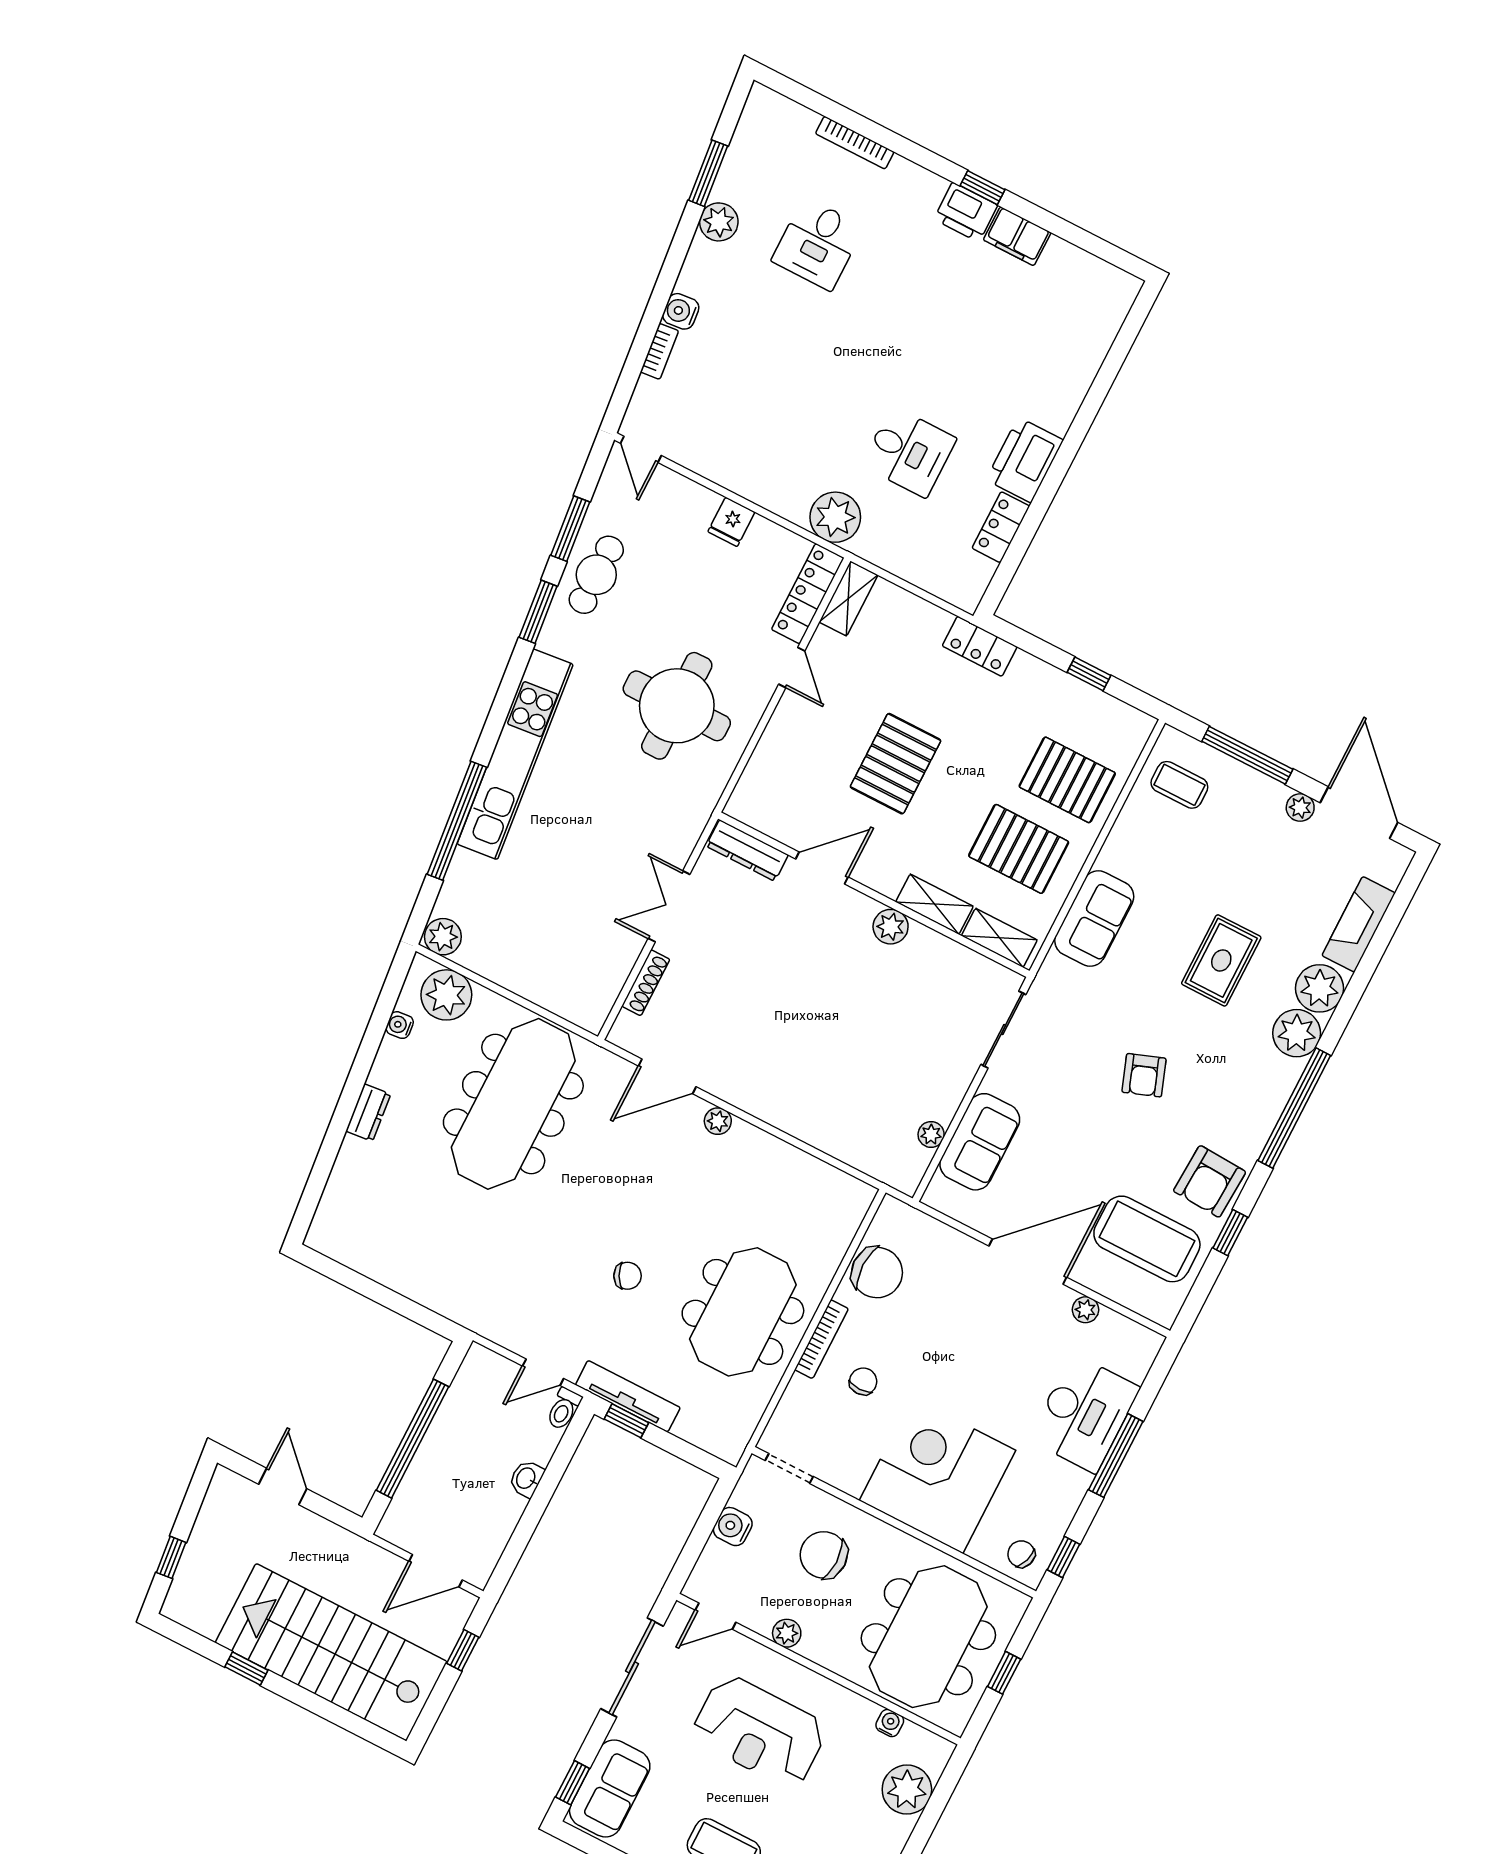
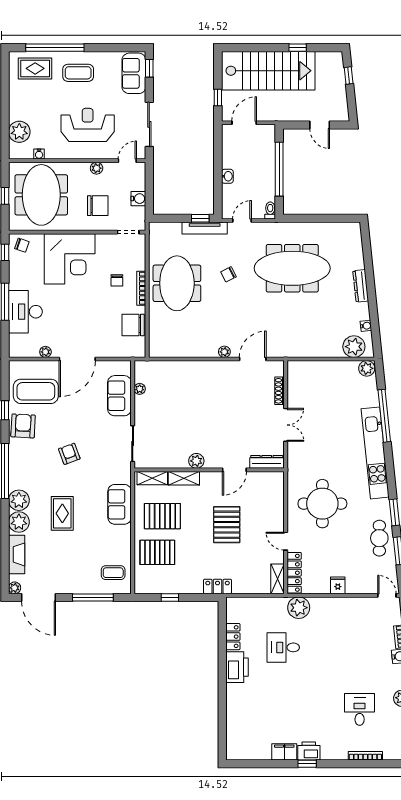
plant: (1300, 807) -> (15, 588), moved
meeting table: (513, 1104) -> (292, 268), moved, turned 90
dresser: (368, 1113) -> (361, 286), width x1.44
toilet: (564, 1409) -> (270, 210), moved

